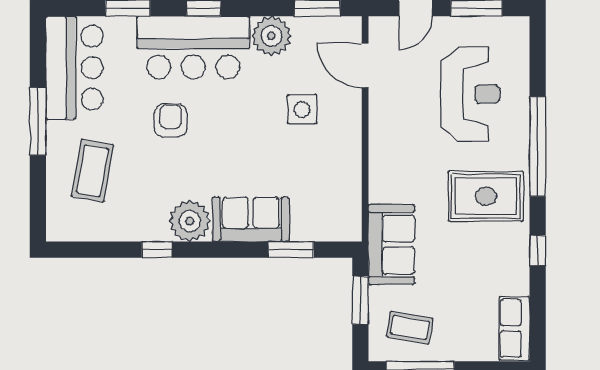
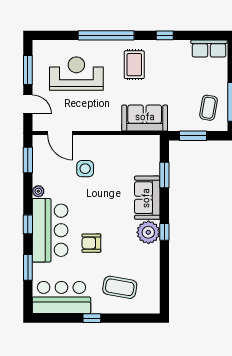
plant: (271, 36) -> (38, 191), width x0.53, depth x0.53
door: (365, 65) -> (60, 133), hinge flipped
window: (38, 121) -> (92, 318), width x0.46
rug: (486, 196) -> (134, 65), width x0.73, depth x0.70
sofa: (391, 245) -> (145, 118), moved
window: (157, 250) -> (164, 232), moved

